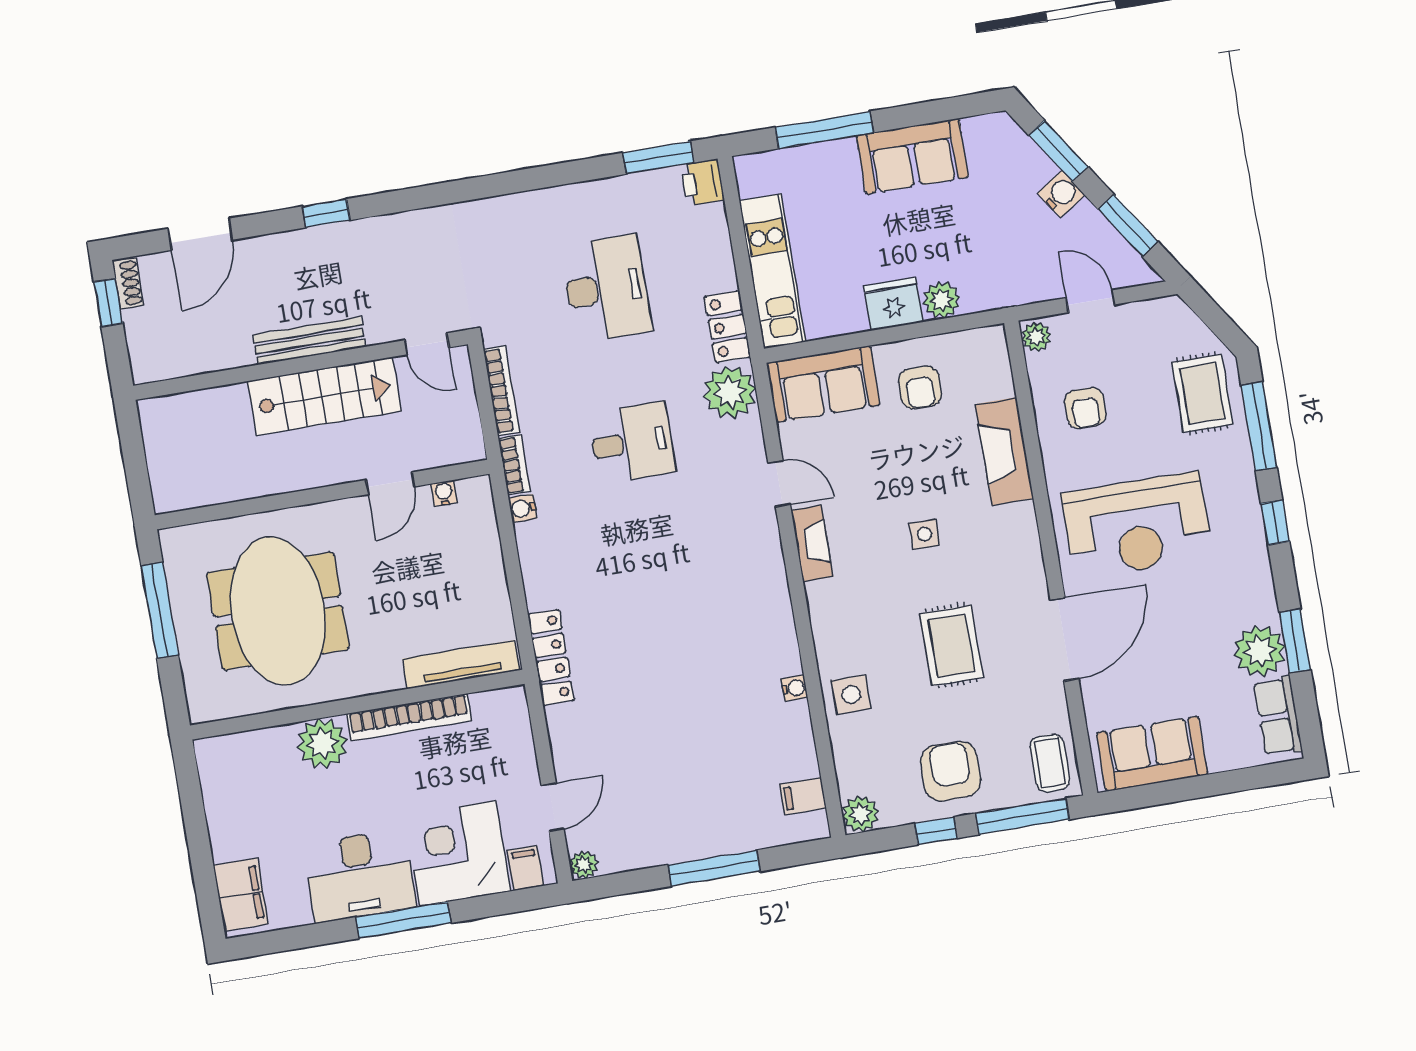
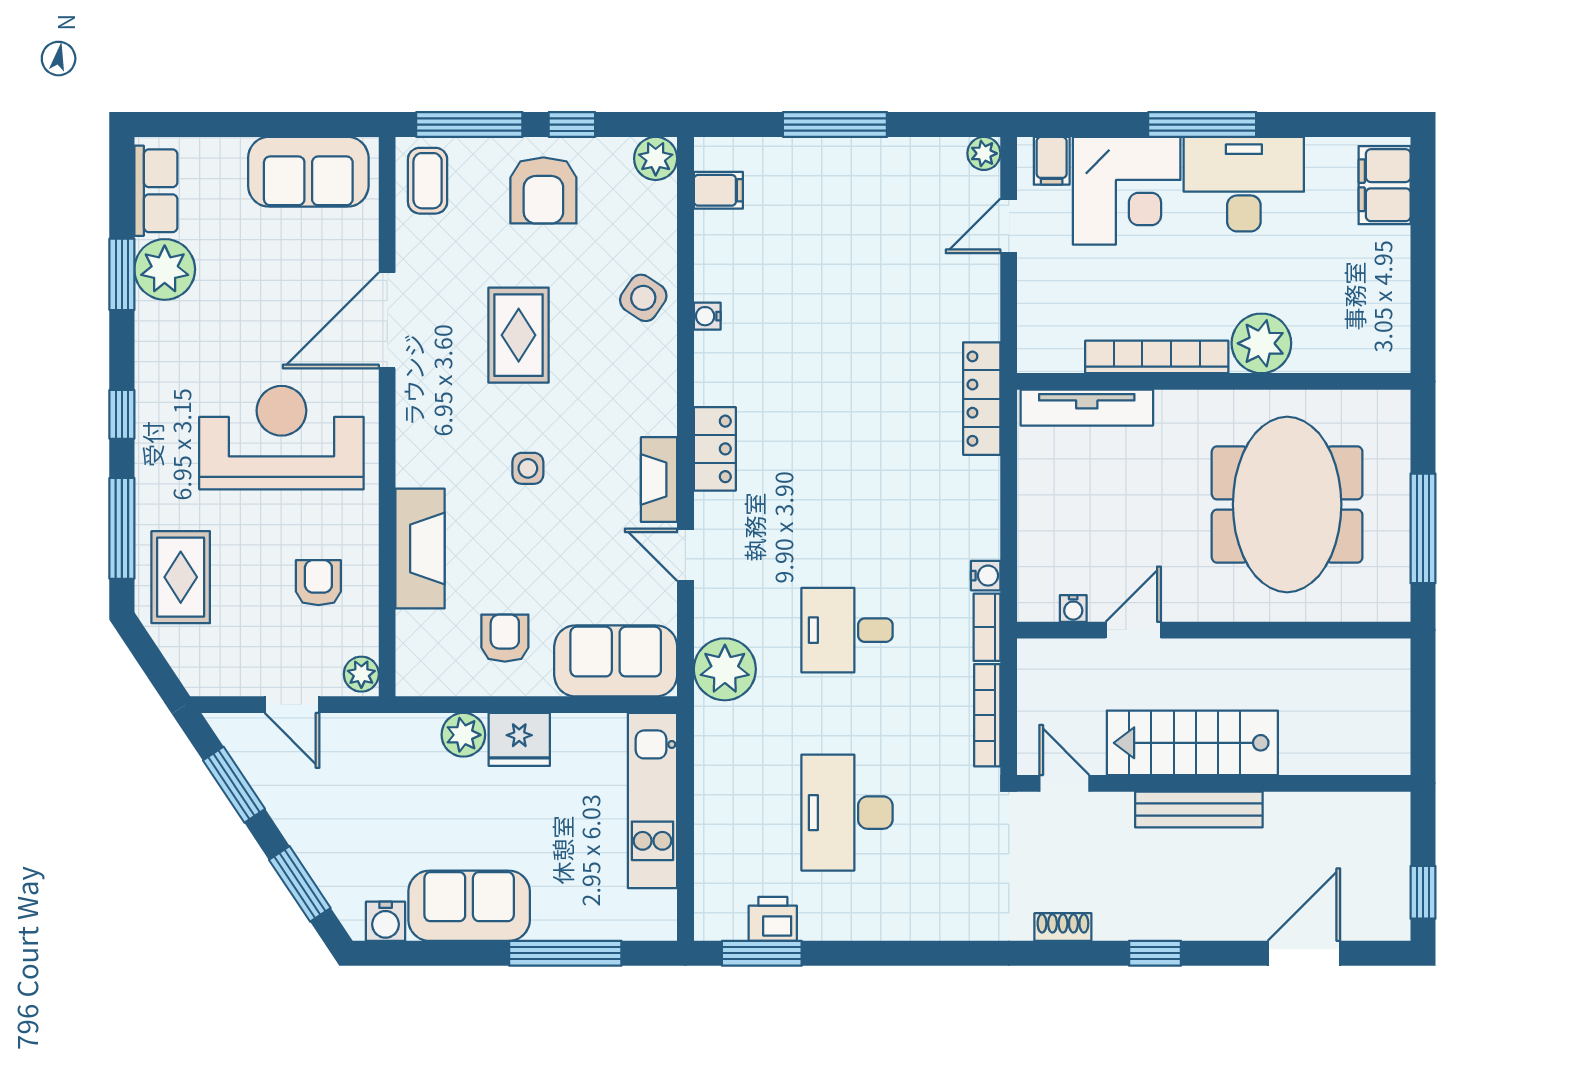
printer: (703, 183) -> (773, 919), moved, turned -90
water cooler: (1061, 194) -> (386, 921), moved, turned -56
shoe rack: (128, 283) -> (1063, 927), moved, turned 90
locker: (727, 327) -> (715, 449), moved
side table: (851, 695) -> (643, 298), turned 34

